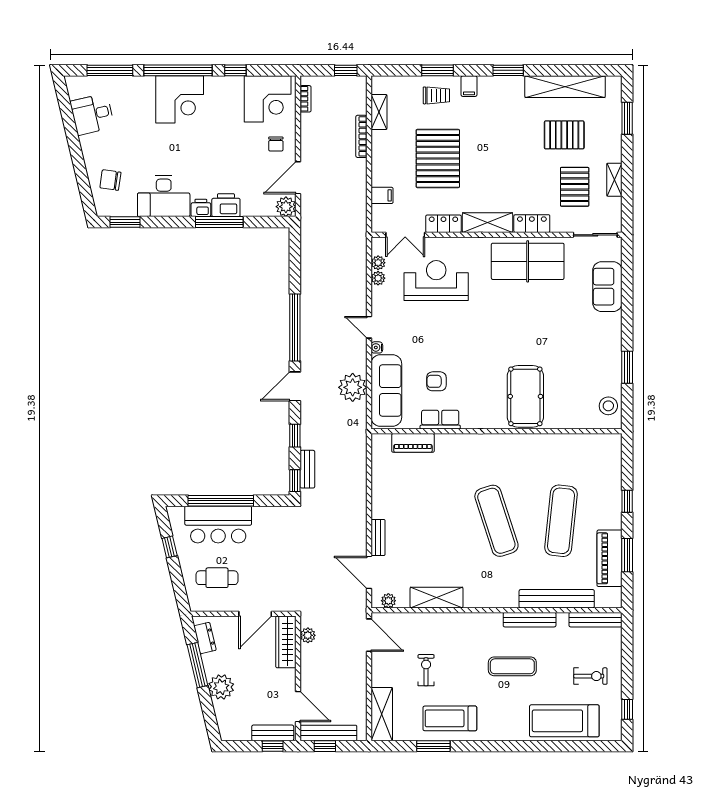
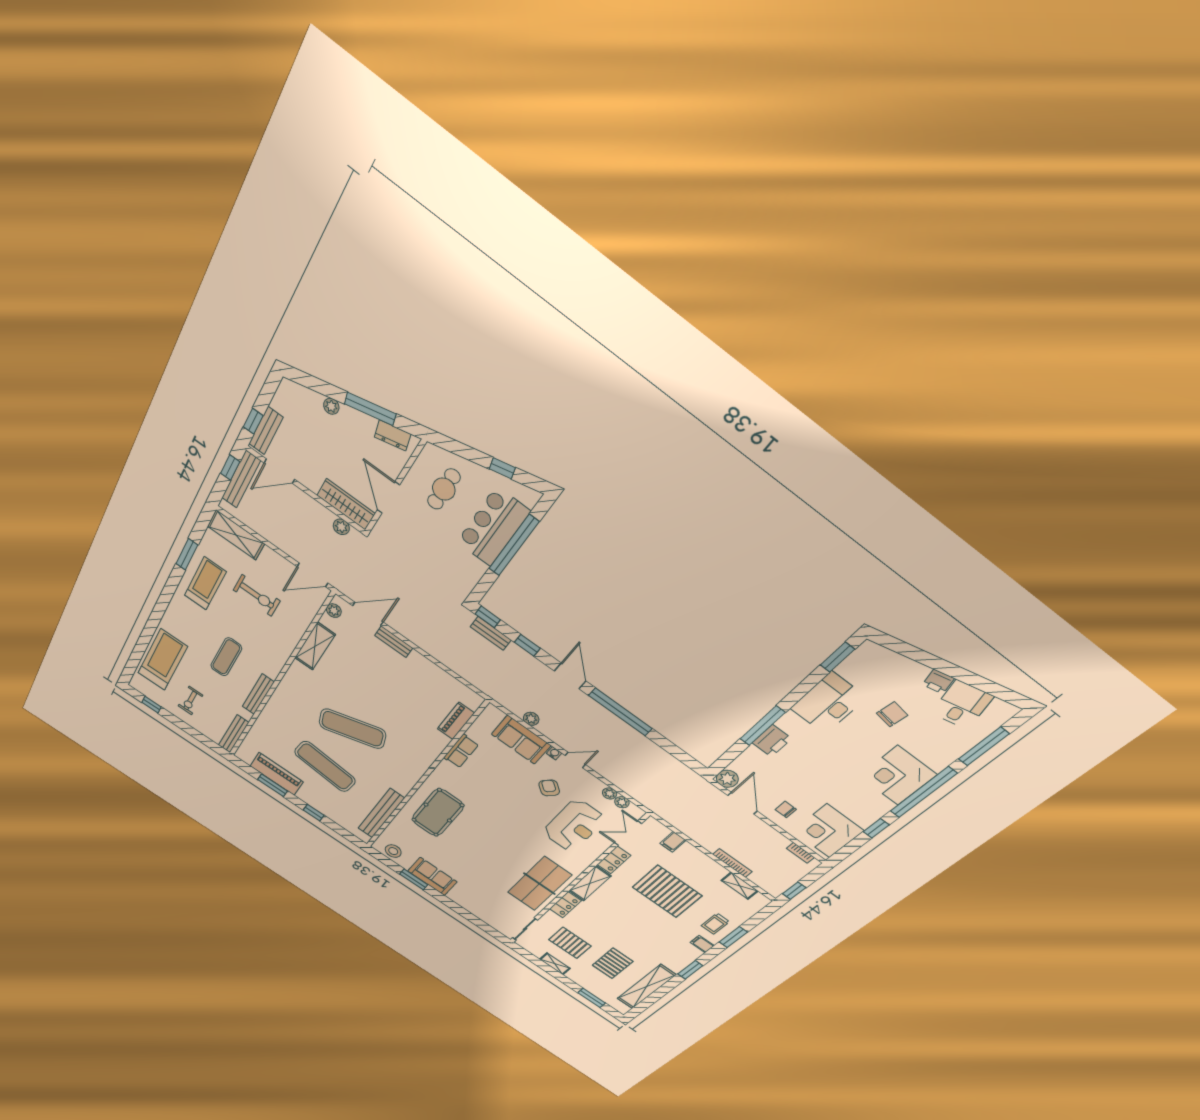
chair: (110, 180) -> (892, 714), moved
printer: (201, 208) -> (938, 682), moved, turned 77
sofa: (607, 287) -> (432, 876), moved
armchair: (436, 381) -> (549, 788), moved, turned -49
plant: (353, 387) -> (531, 719), width x0.53, depth x0.53
sofa: (386, 391) -> (521, 740), width x0.73
pool table: (525, 396) -> (438, 813), turned 90
bench: (557, 599) -> (381, 813), moved
exercise bike: (426, 670) -> (257, 595), width x1.38, depth x1.39
plant: (221, 687) -> (331, 406), width x0.53, depth x0.53

